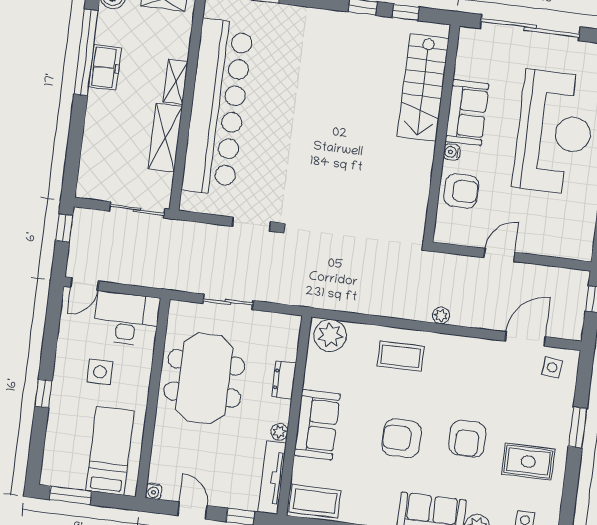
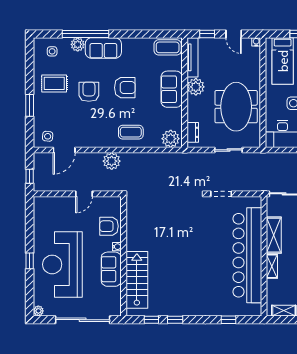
plant: (441, 315) -> (112, 161), width x1.88, depth x1.88
dresser: (284, 380) -> (193, 132), moved
plant: (279, 432) -> (196, 87), width x1.88, depth x1.88

